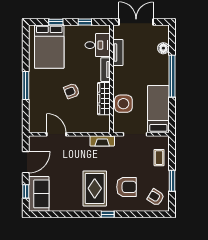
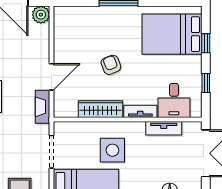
side table: (123, 104) -> (112, 150), moved
door: (56, 134) -> (52, 77), moved
plant: (35, 142) -> (41, 15), added

